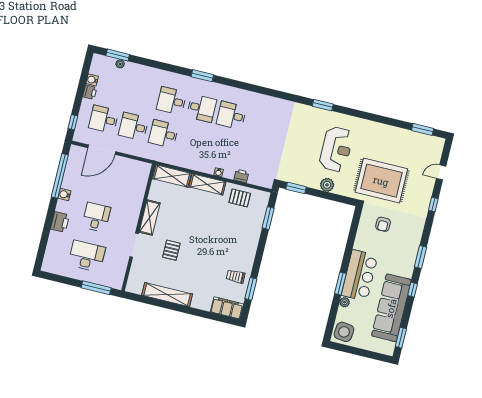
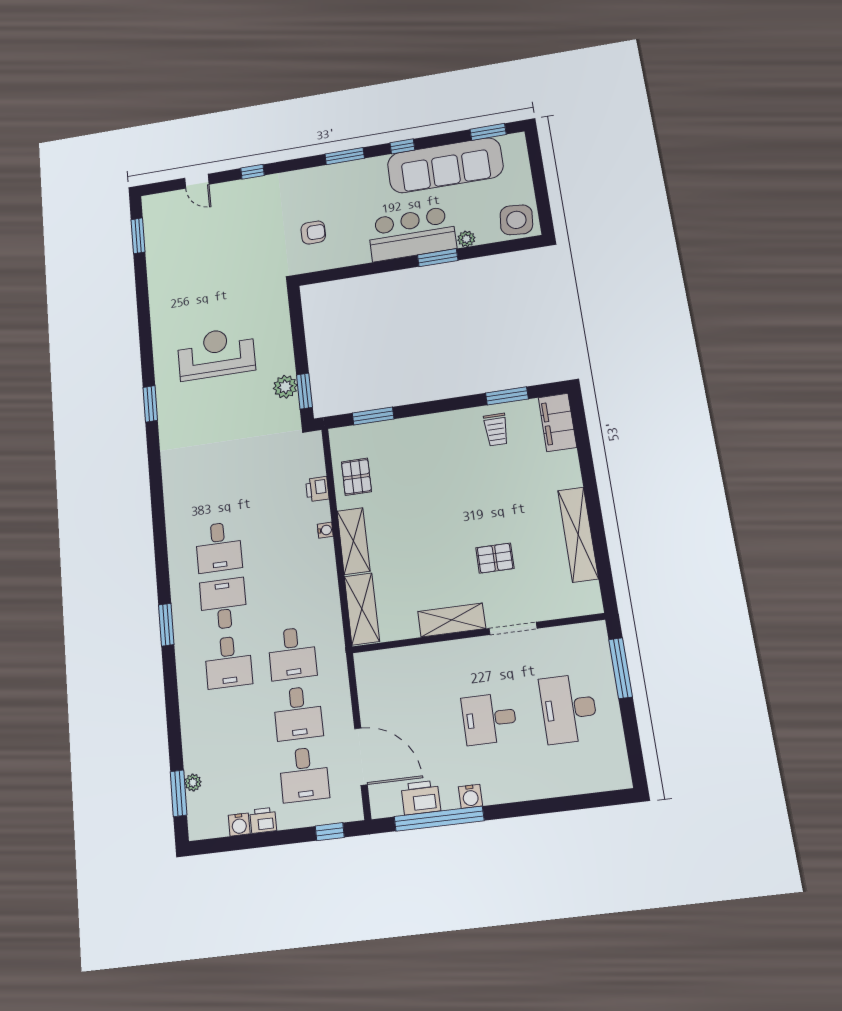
rug: (381, 181) -> (243, 263), removed
plant: (327, 185) -> (285, 387), moved
printer: (60, 222) -> (421, 798), moved

